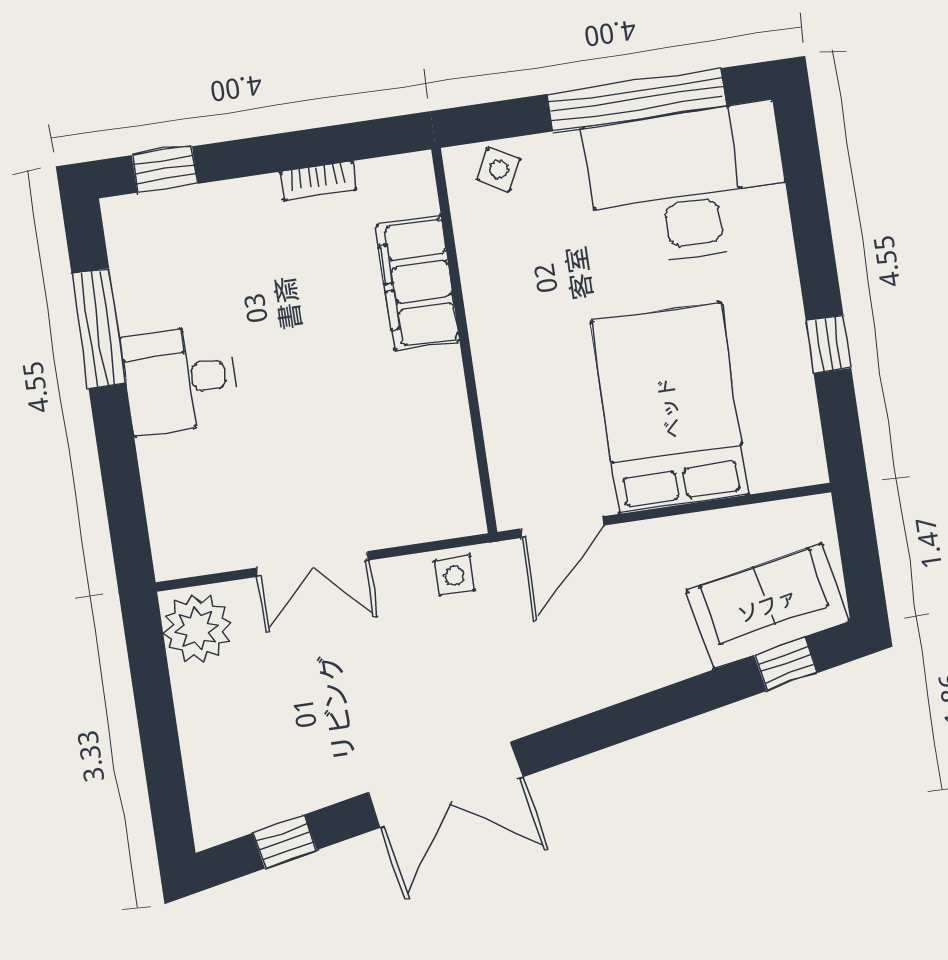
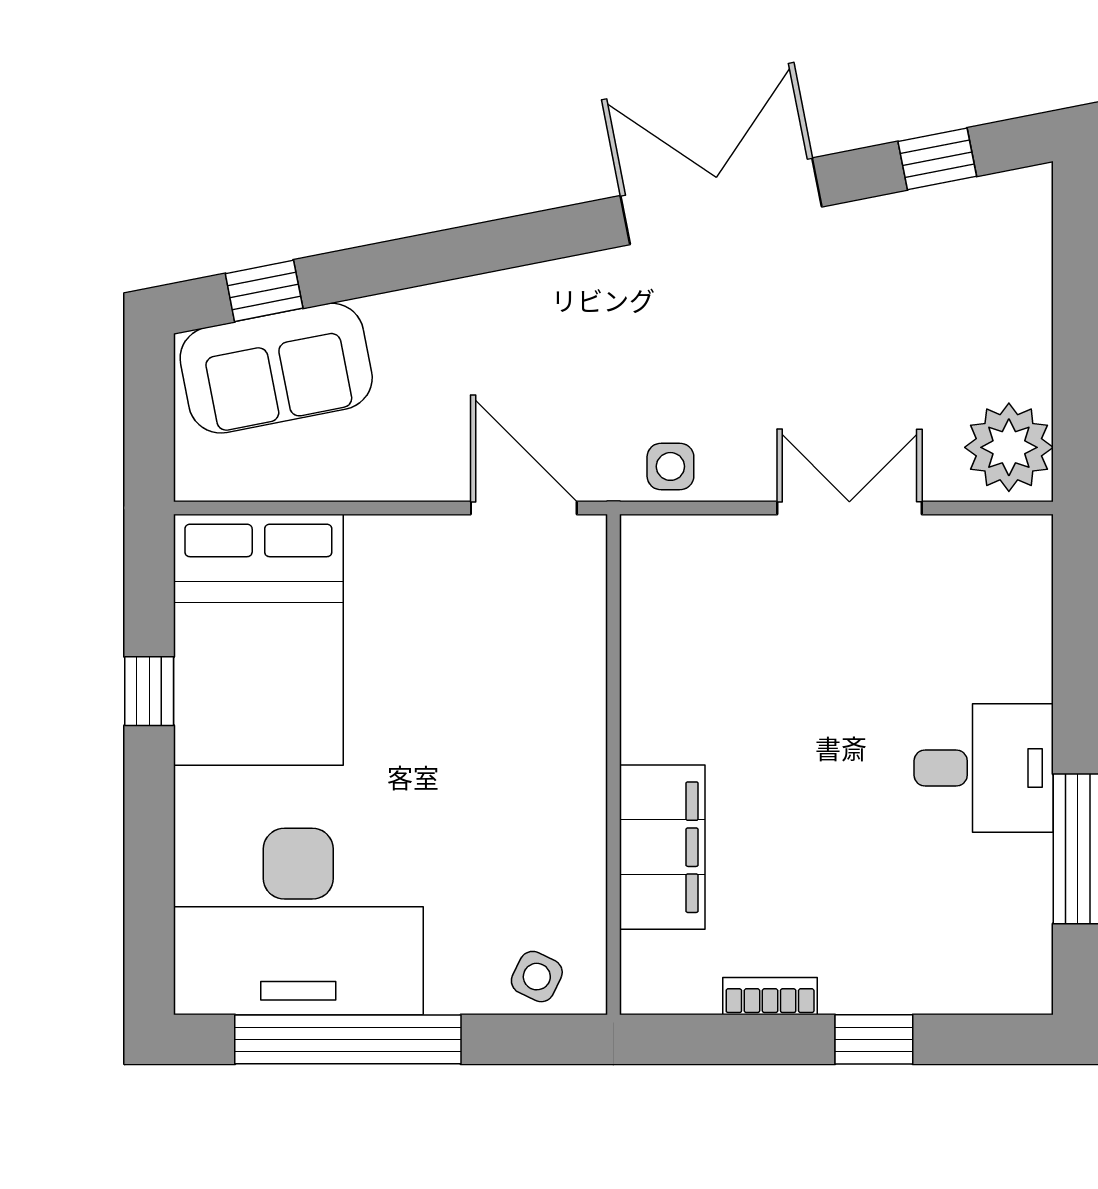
window: (165, 169) -> (874, 1039), moved
bed: (670, 408) -> (258, 640), moved
door: (562, 527) -> (524, 508), hinge flipped

